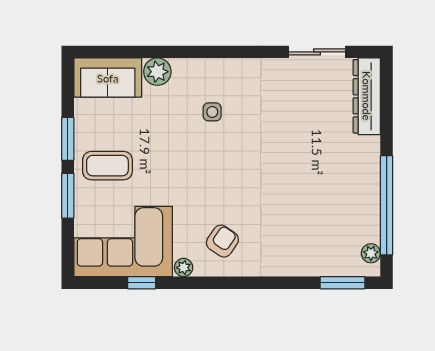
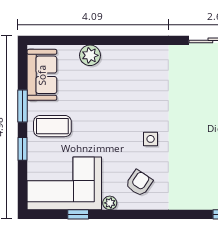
sofa: (108, 78) -> (42, 75), moved, turned -90
side table: (212, 112) -> (151, 139), moved
window: (68, 196) -> (23, 149), width x0.67

